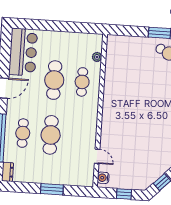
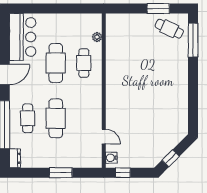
window: (124, 194) -> (123, 173), moved

